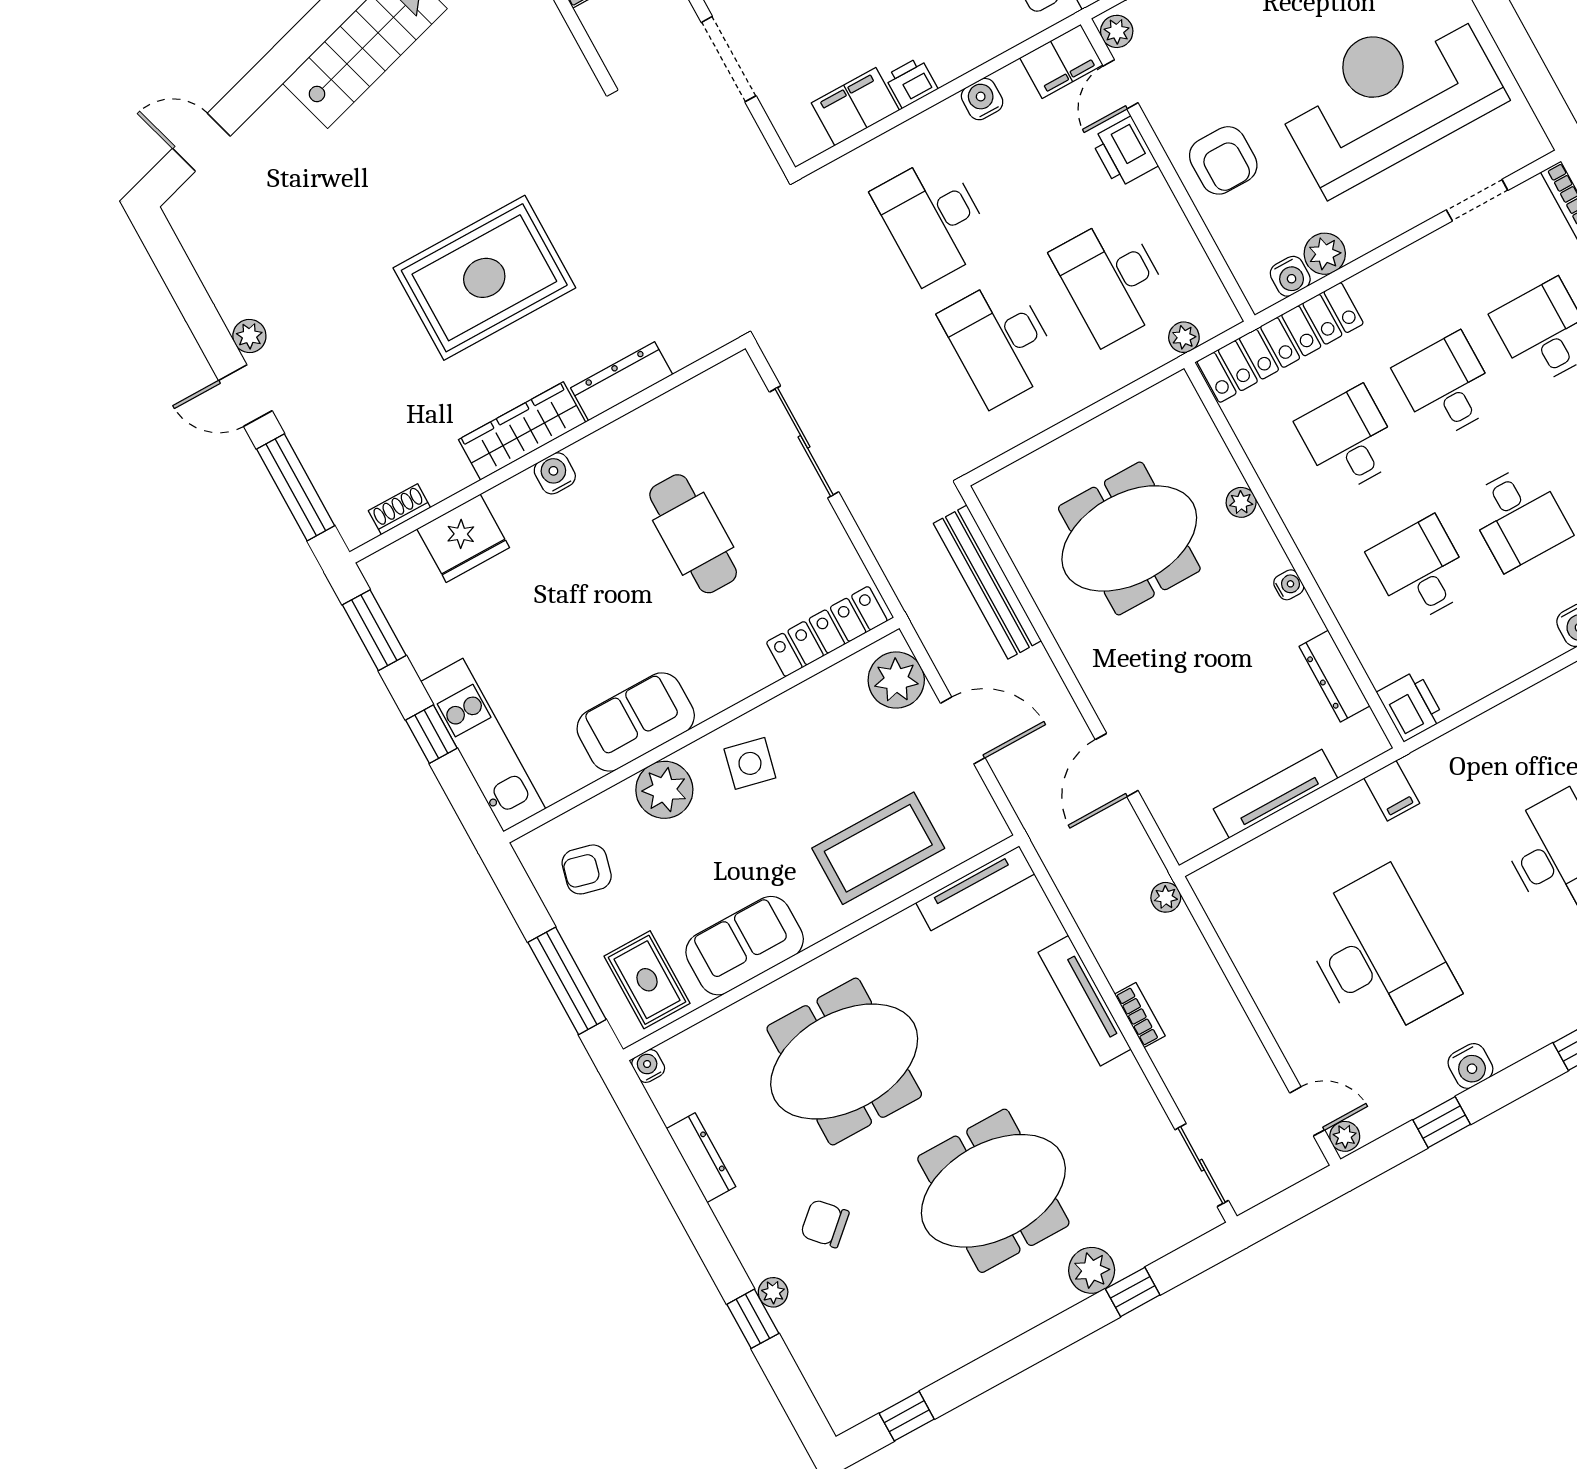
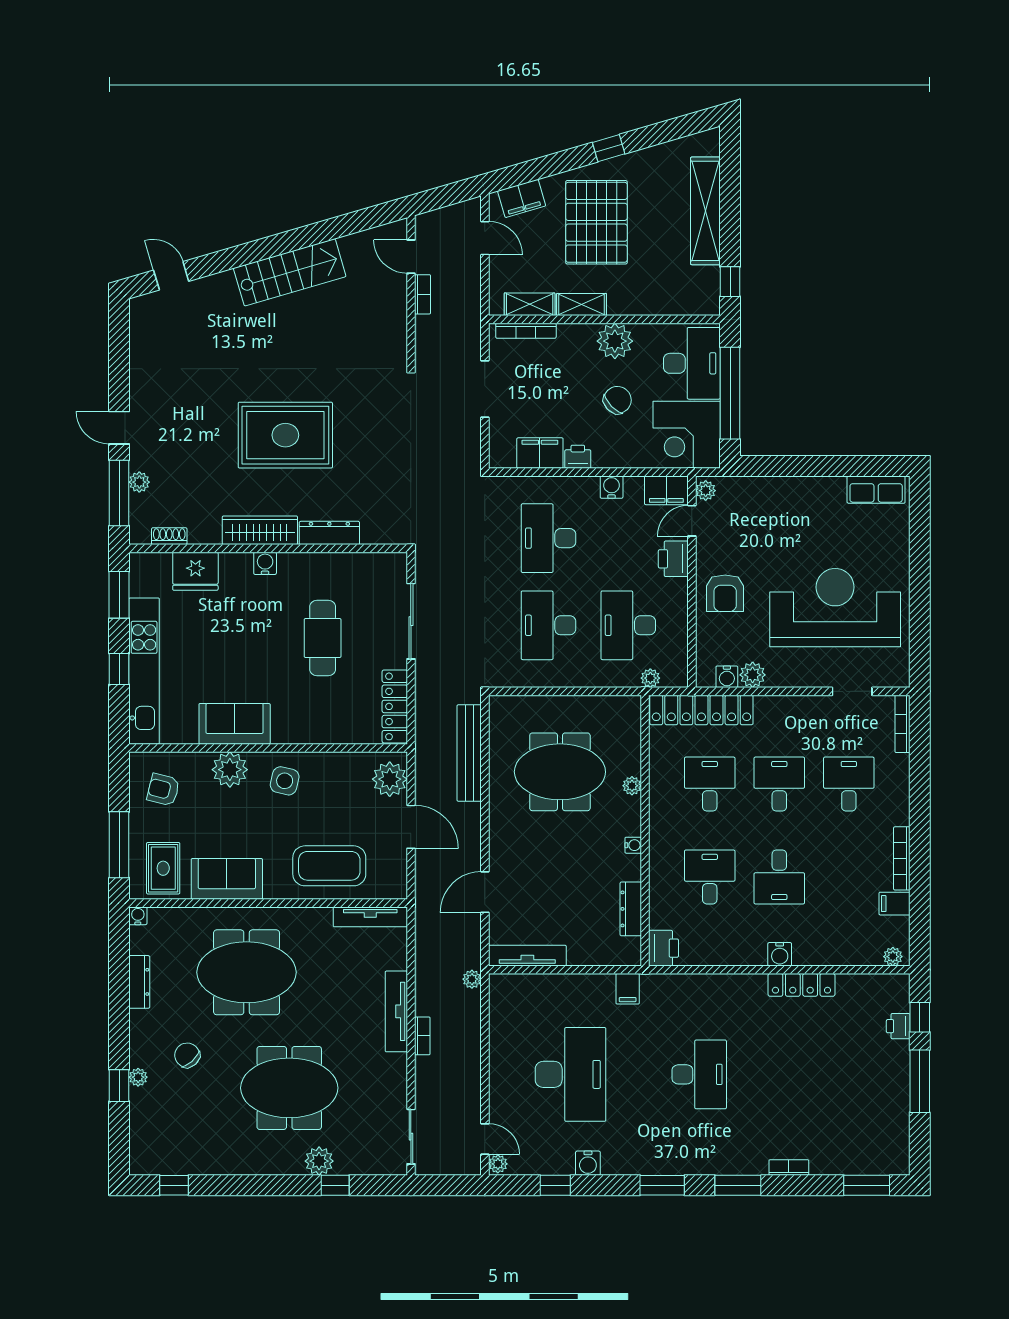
plant: (249, 336) -> (139, 482), moved
locker: (827, 632) -> (395, 706), moved, turned -90
kitchen unit: (483, 745) -> (144, 671), width x1.36
tv unit: (1276, 794) -> (527, 956), moved

